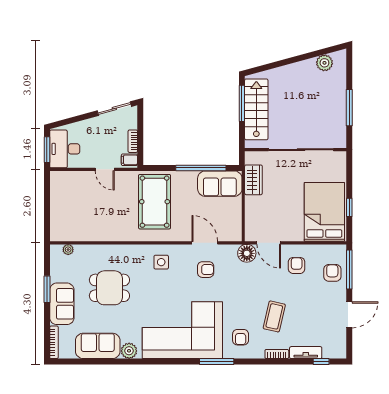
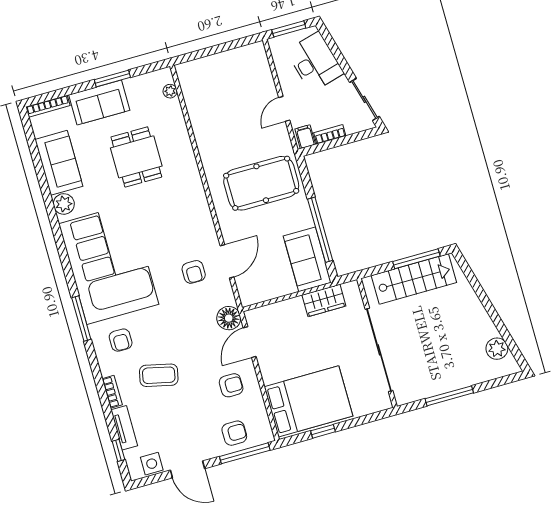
desk: (65, 149) -> (315, 62), moved, turned 75
side table: (161, 262) -> (152, 464), moved
armchair: (241, 337) -> (121, 340), turned -90

